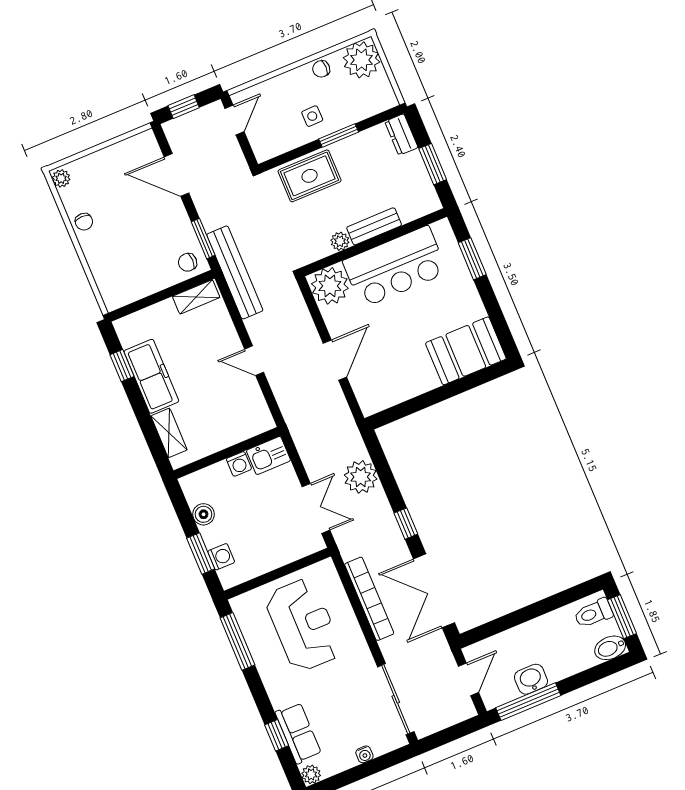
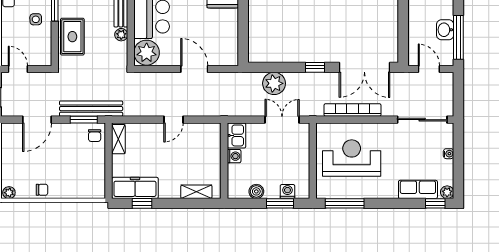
bench: (235, 272) -> (91, 109), moved
freezer: (151, 376) -> (135, 188), moved
window: (277, 735) -> (435, 203), moved

